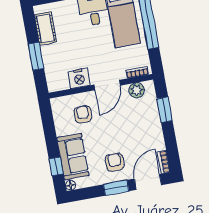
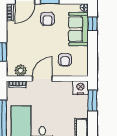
window: (36, 56) -> (93, 100), moved
nightstand: (79, 78) -> (80, 88), moved

